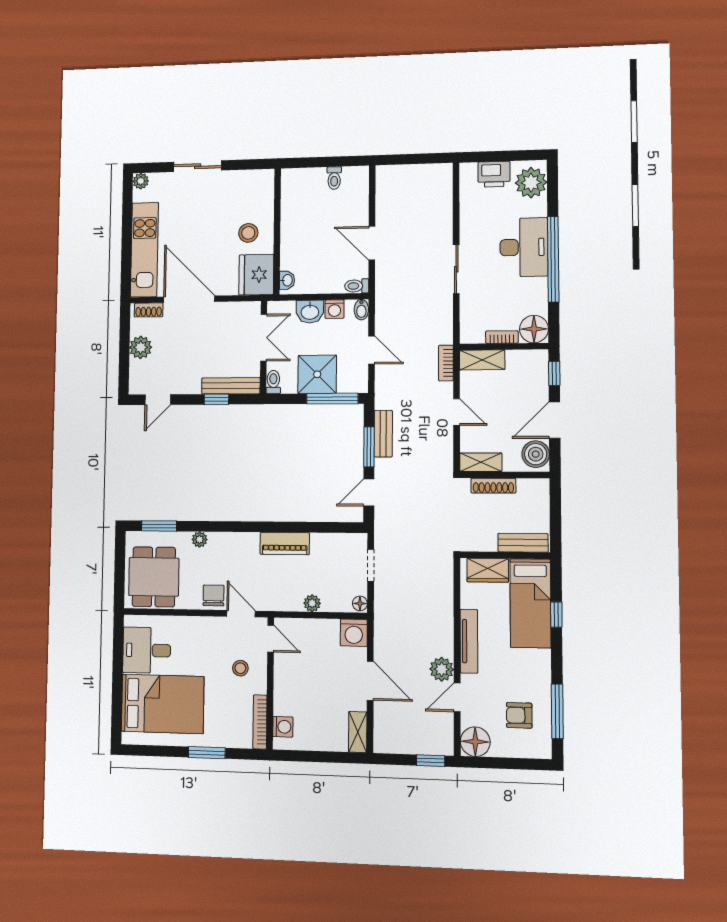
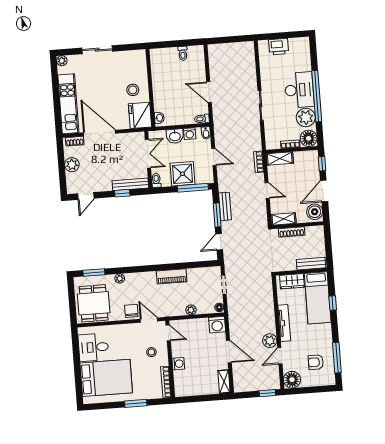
plant: (531, 183) -> (306, 117), moved
washing machine: (283, 727) -> (178, 364), moved

